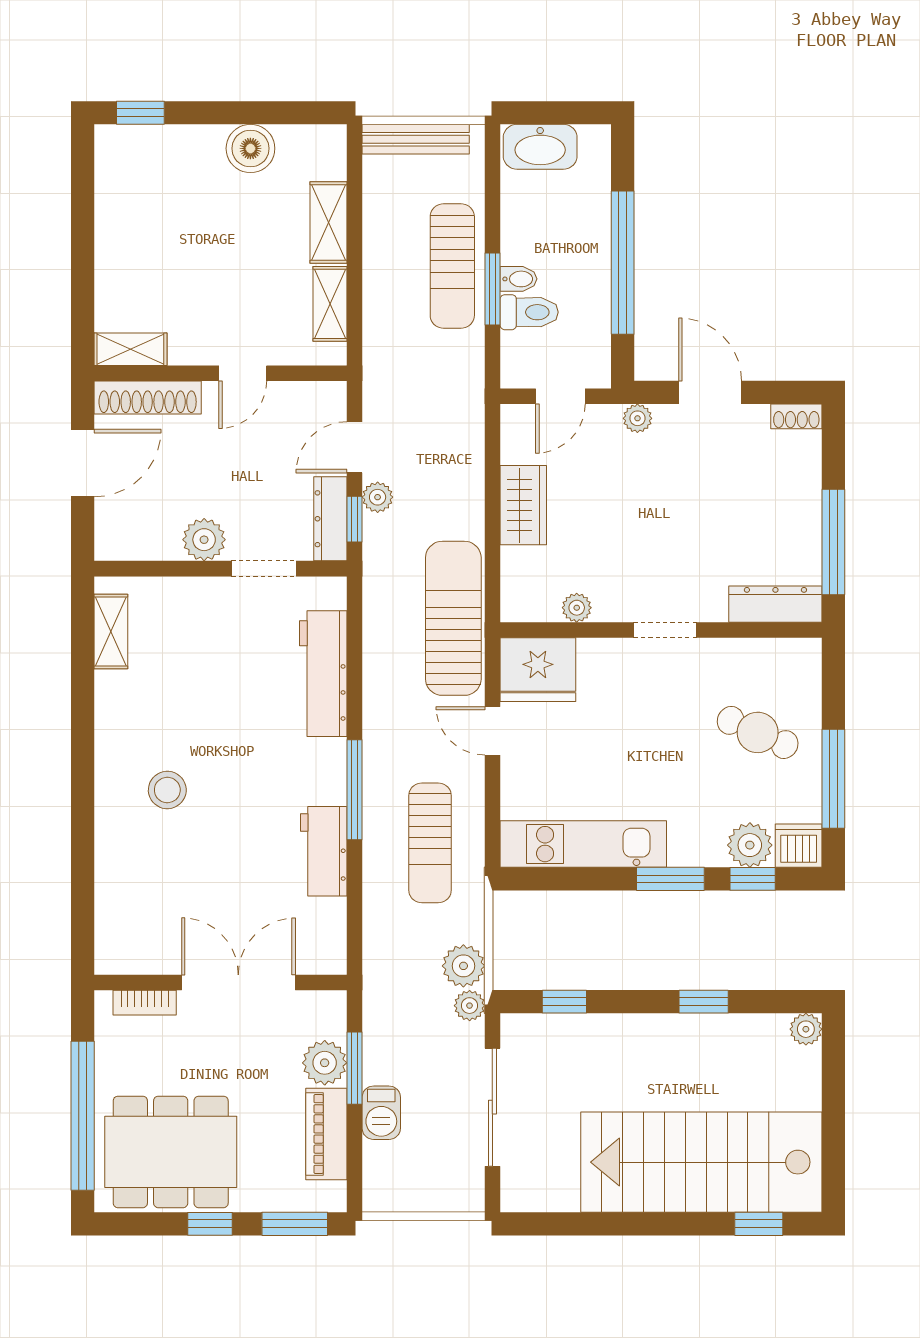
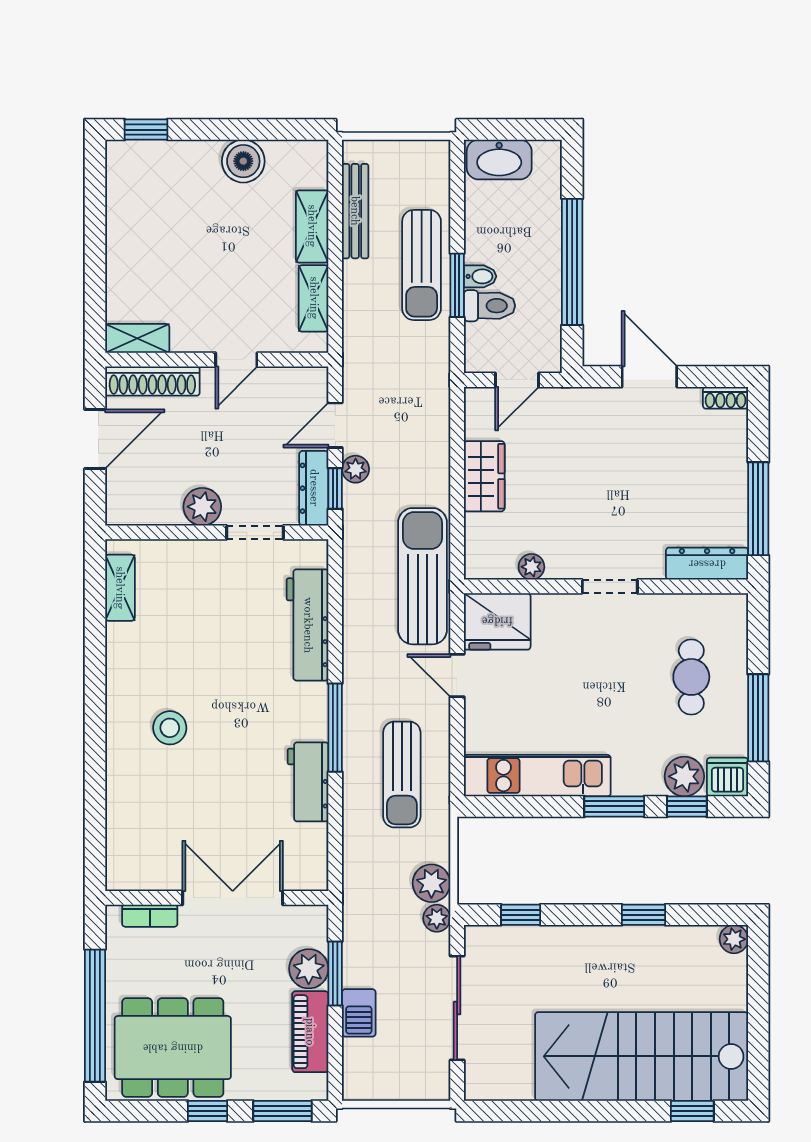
bench: (416, 139) -> (355, 211), moved, turned 90
plant: (637, 418) -> (585, 399), removed
cafe table: (758, 732) -> (691, 677), turned 66

